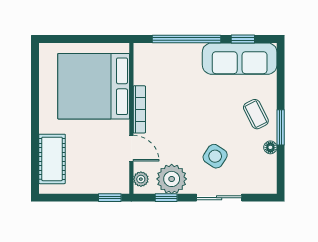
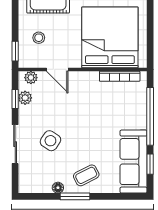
bookcase: (139, 109) -> (120, 76), moved
door: (131, 148) -> (57, 69), hinge flipped
stool: (94, 170) -> (39, 38), added
plant: (172, 179) -> (25, 98), width x0.53, depth x0.53

